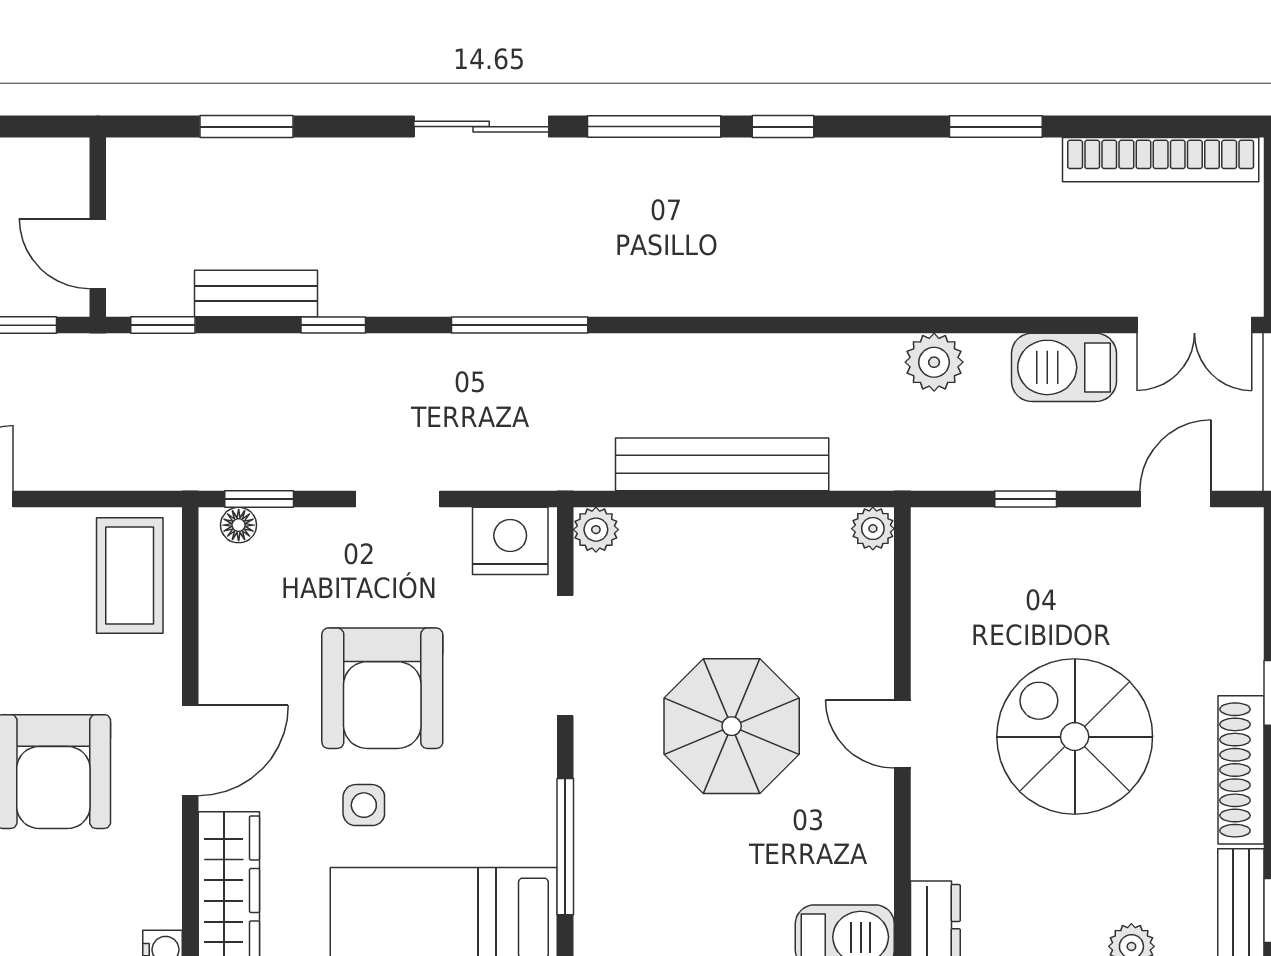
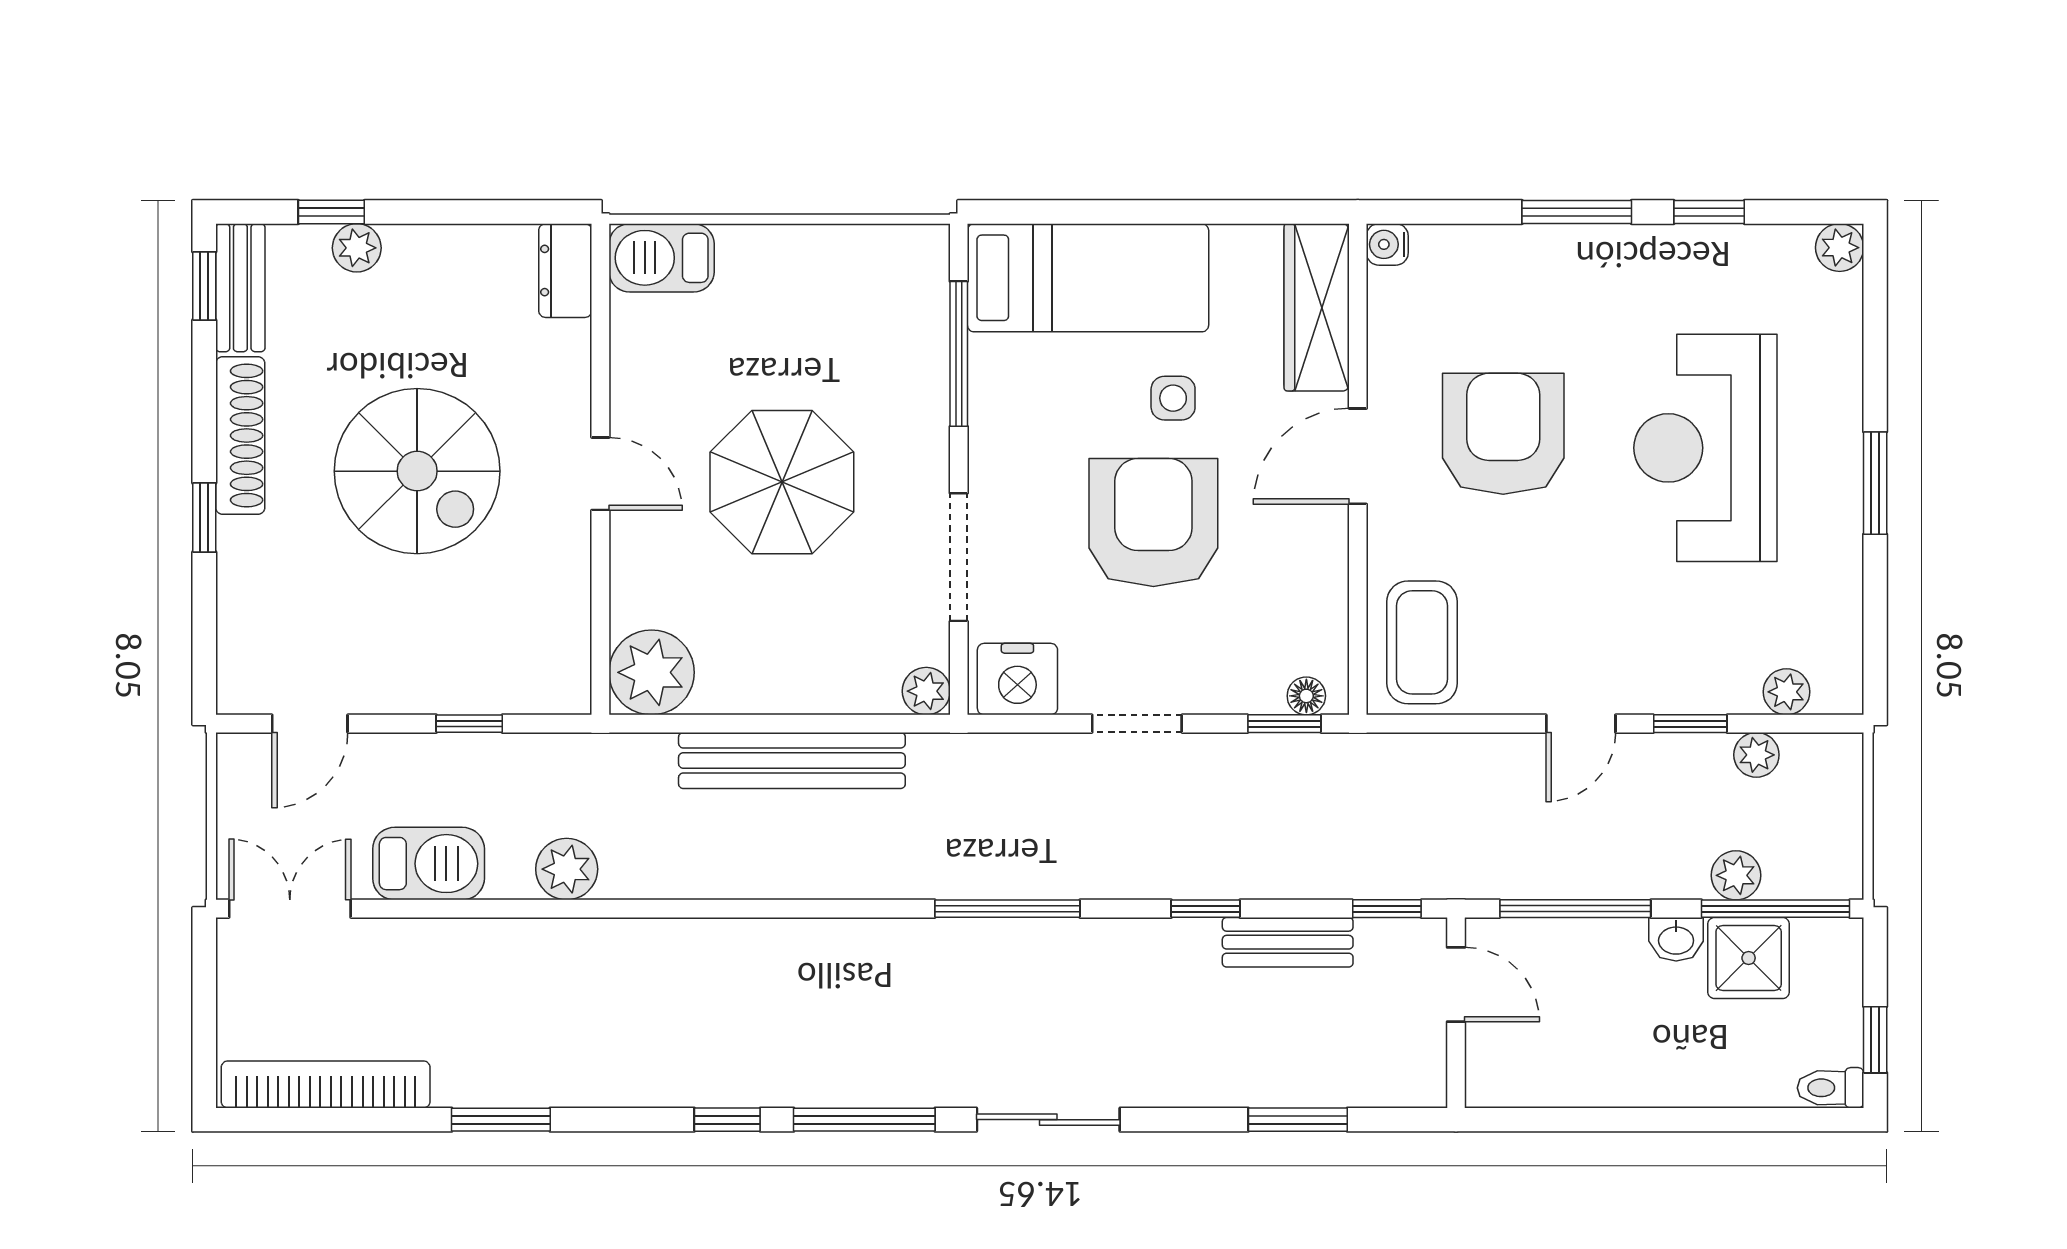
plant: (873, 529) -> (652, 672), width x1.87, depth x1.87

